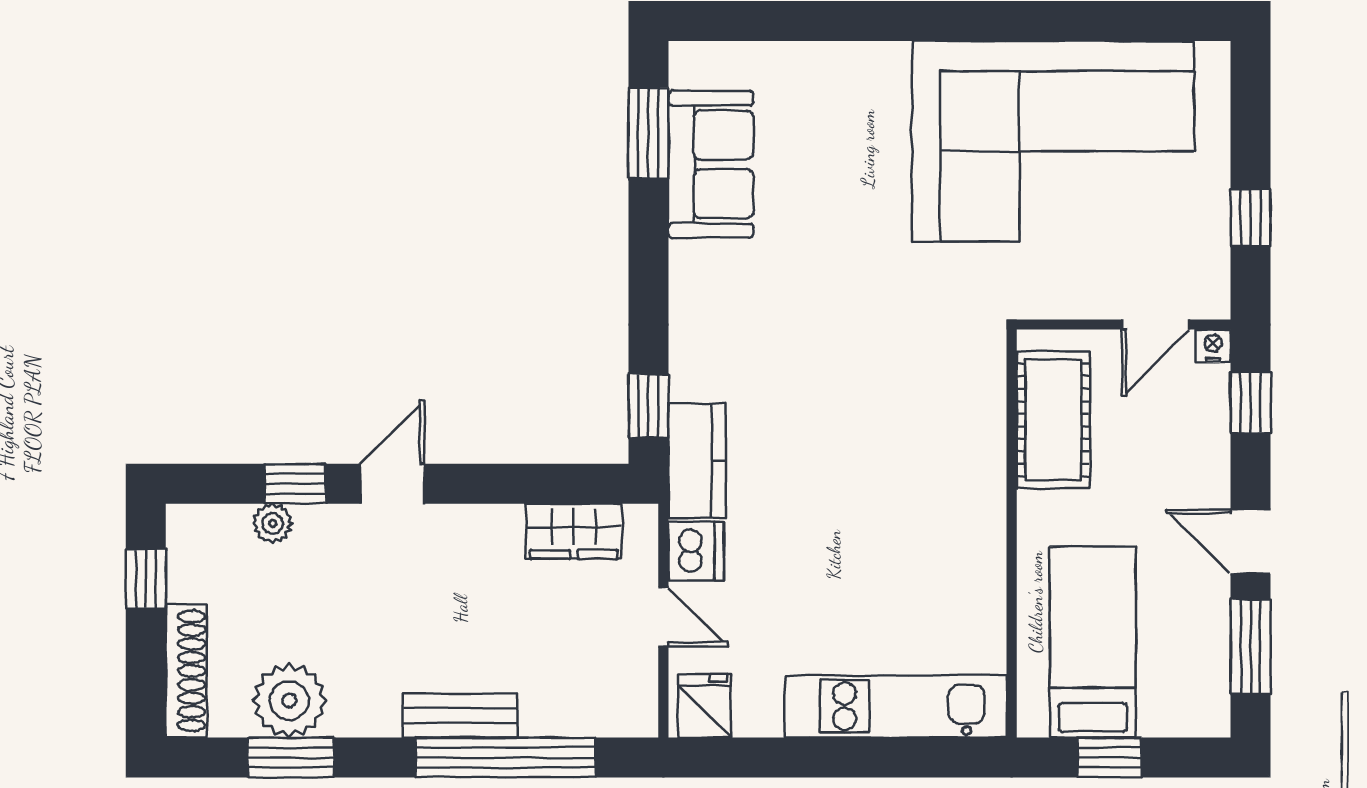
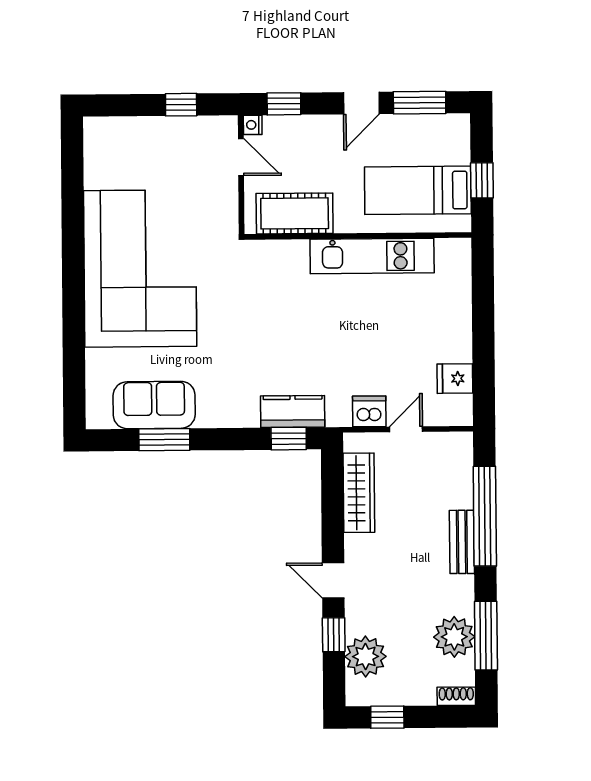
window: (648, 133) -> (164, 440), moved
corner sofa: (1053, 141) -> (140, 268), moved
kitchen counter: (697, 461) -> (293, 412), moved
plant: (273, 523) -> (366, 657), width x1.88, depth x1.88
wardrobe: (574, 531) -> (359, 493), width x1.50
shoe rack: (186, 671) -> (456, 696), width x0.51, depth x0.81
fridge: (705, 706) -> (455, 379), moved
kitchen unit: (896, 706) -> (372, 256), moved, turned -90
window: (291, 757) -> (486, 636), width x1.44

